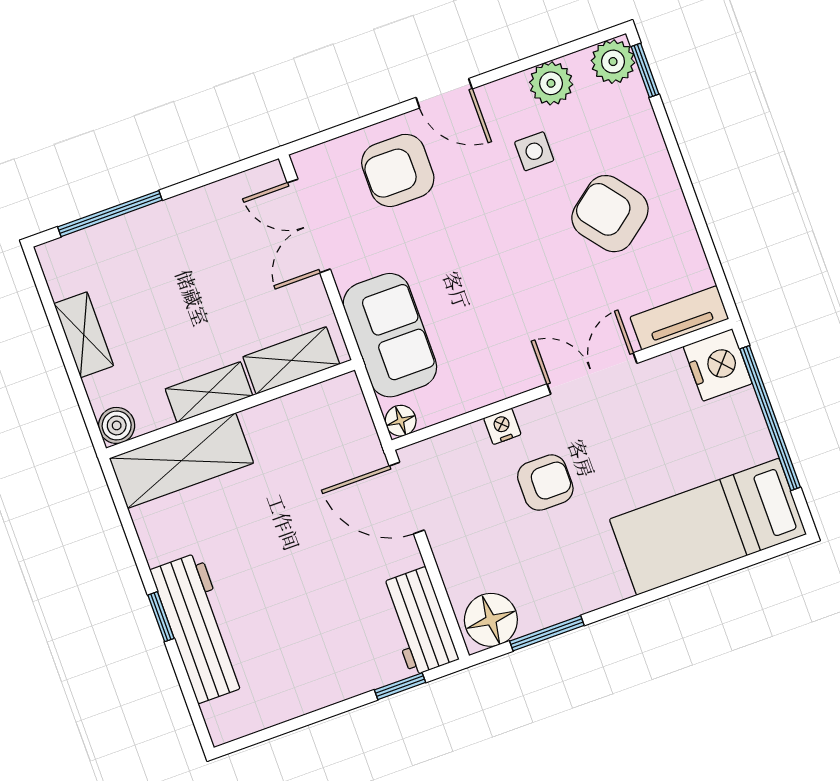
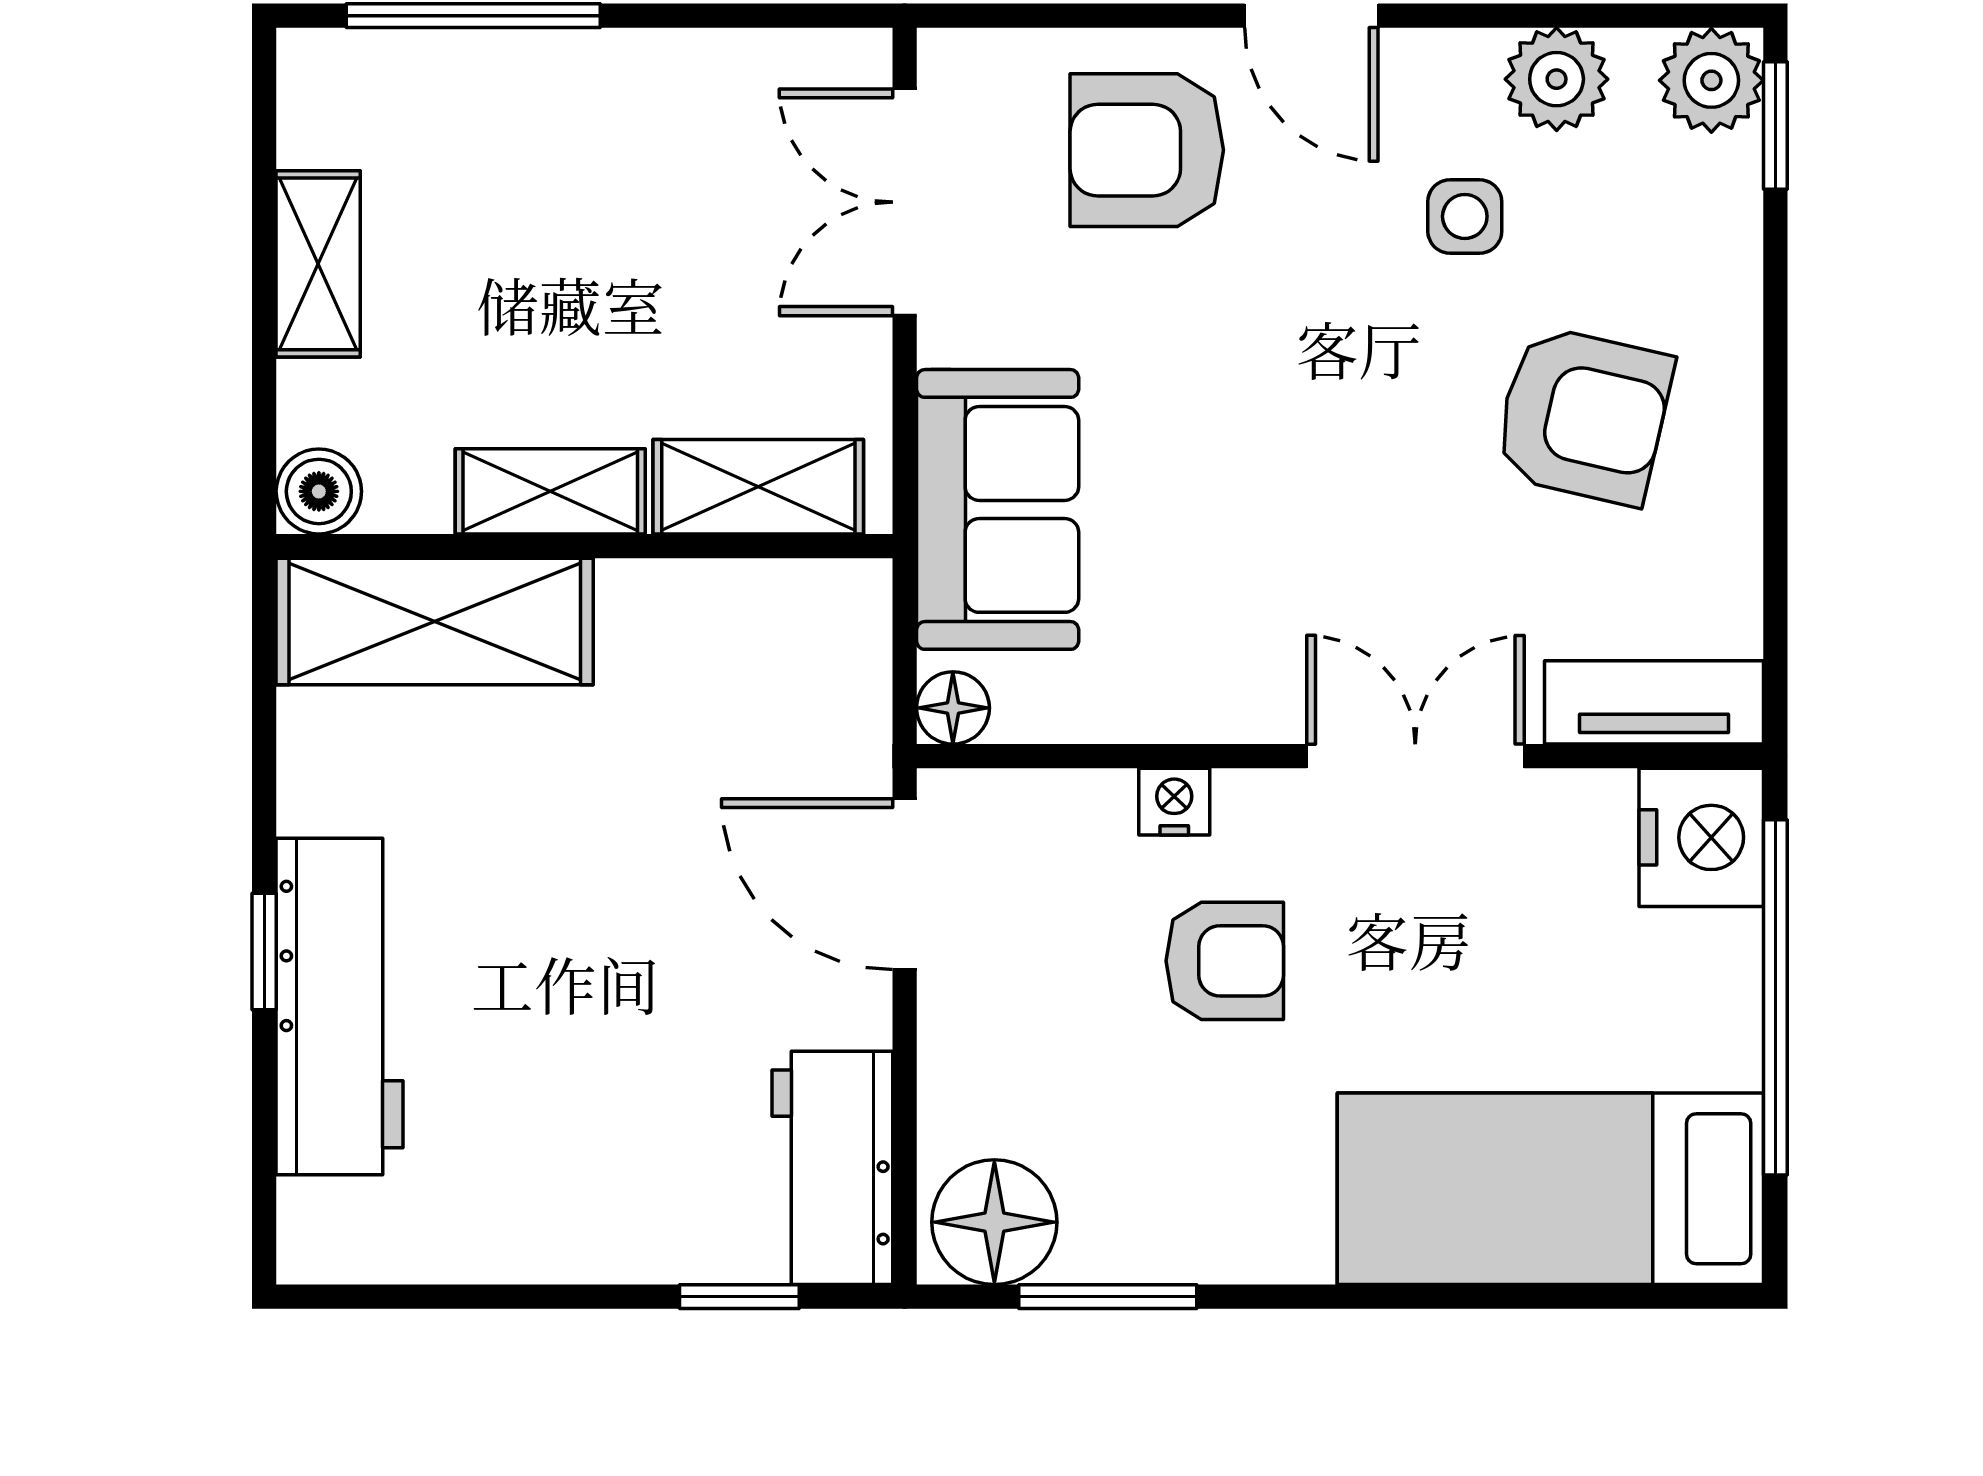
armchair: (610, 214) -> (1583, 415), turned 141

